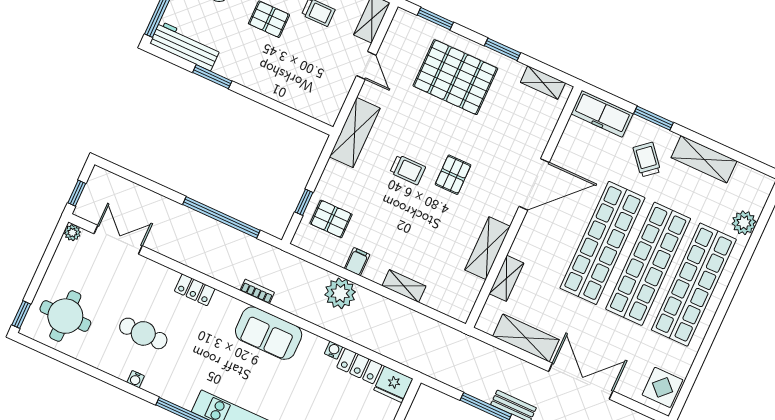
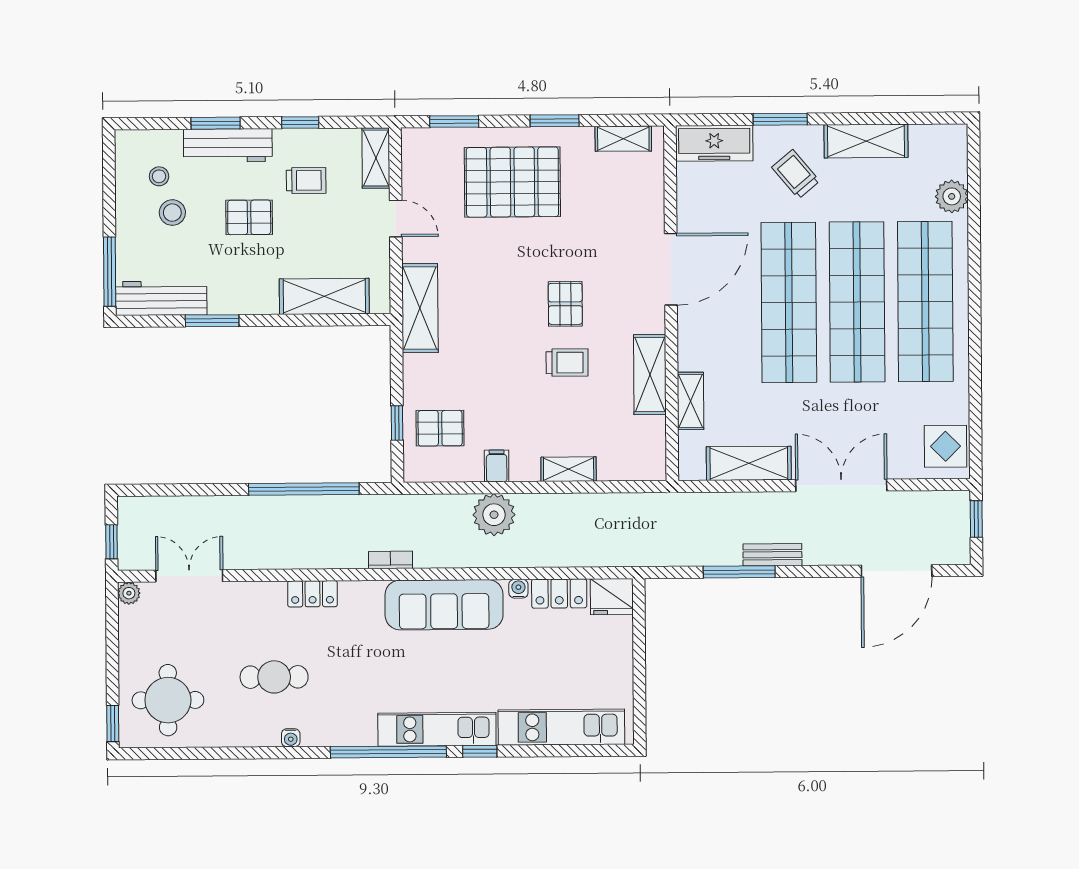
shelving: (295, 95) -> (324, 296), added
trolley: (408, 170) -> (567, 363), moved
sofa: (269, 333) -> (444, 605), width x1.36

